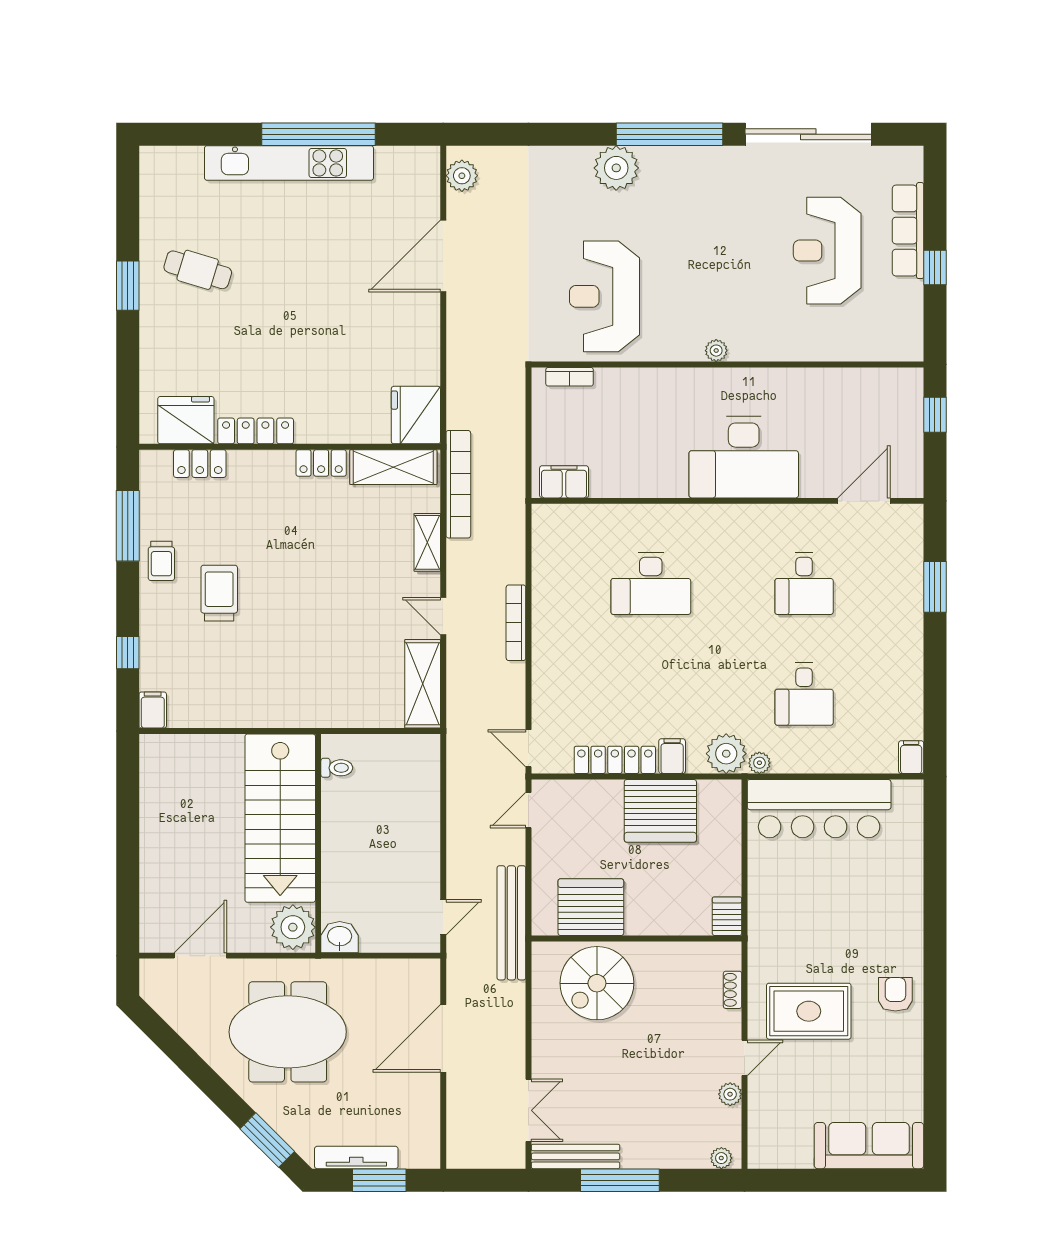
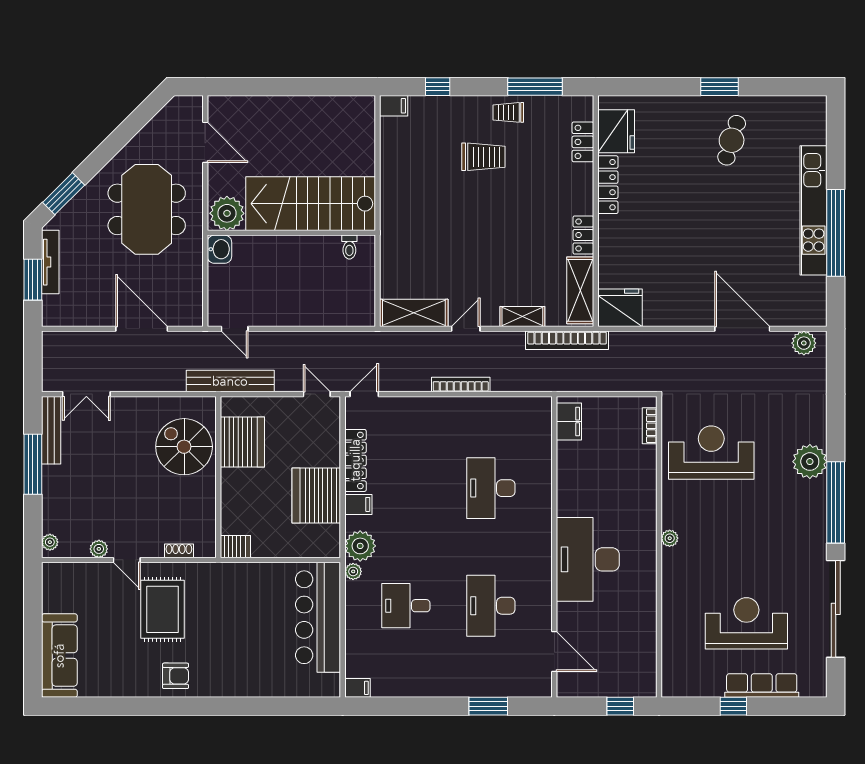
desk: (804, 583) -> (491, 606), width x1.37

